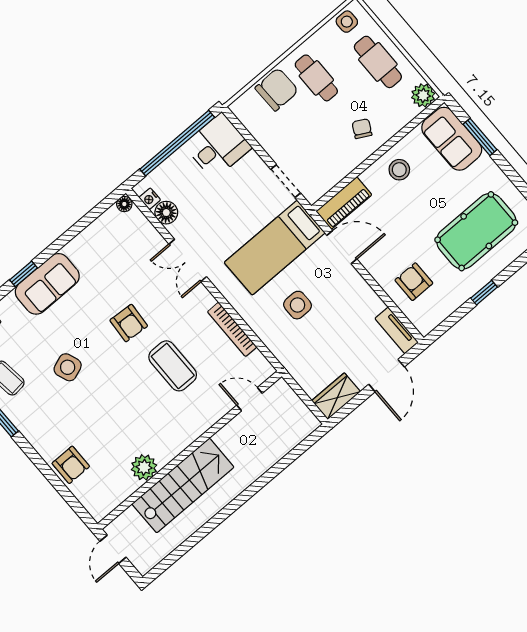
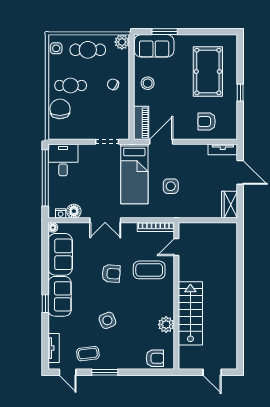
sofa: (99, 241) -> (60, 254), added
door: (249, 399) -> (176, 247), moved
wall: (190, 450) -> (176, 296), moved
plant: (144, 467) -> (166, 325), moved
stairs: (183, 485) -> (190, 313), moved

